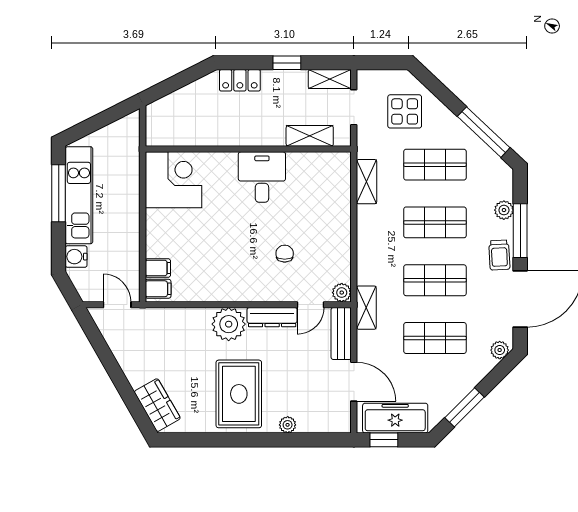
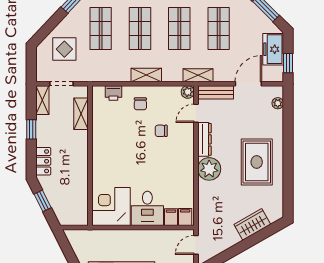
window: (182, 79) -> (43, 201), added
desk: (262, 177) -> (147, 208), moved, turned -90
shelving: (367, 182) -> (146, 75), moved
printer: (340, 183) -> (113, 93), added
chair: (324, 223) -> (140, 104), added
door: (310, 305) -> (196, 113), swing flipped
rug: (239, 394) -> (257, 162), turned 90
wardrobe: (157, 405) -> (252, 224), moved
freezer: (395, 418) -> (273, 49), width x0.71
plant: (288, 425) -> (278, 103), moved

